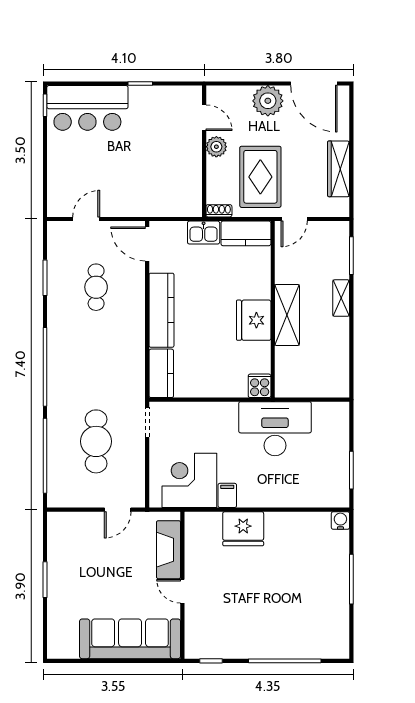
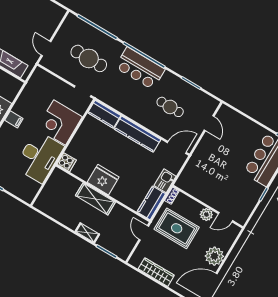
bar counter: (67, 362) -> (140, 68), added
corner desk: (189, 480) -> (60, 123), moved, turned 180
filing cabinet: (227, 495) -> (14, 119), moved

